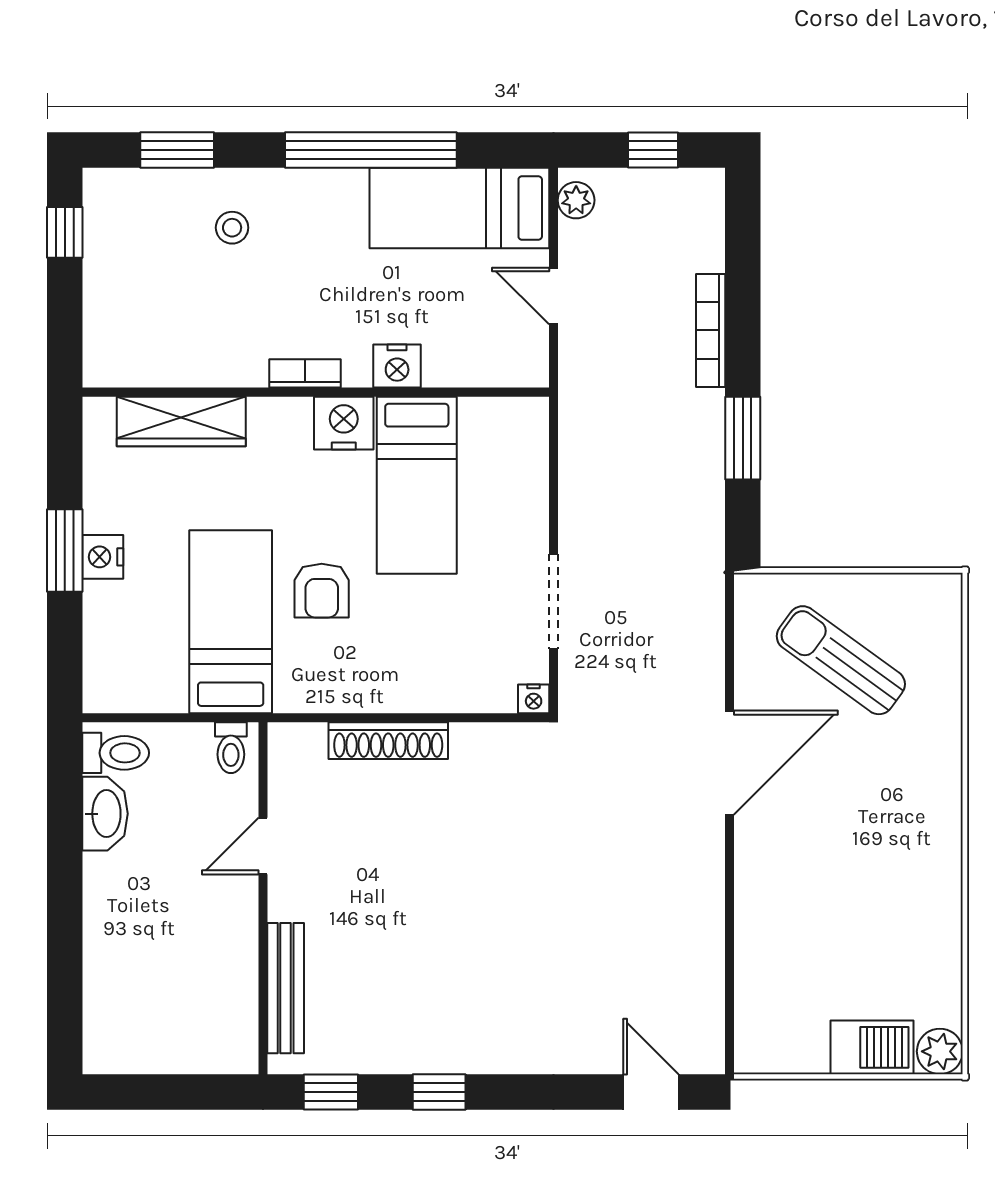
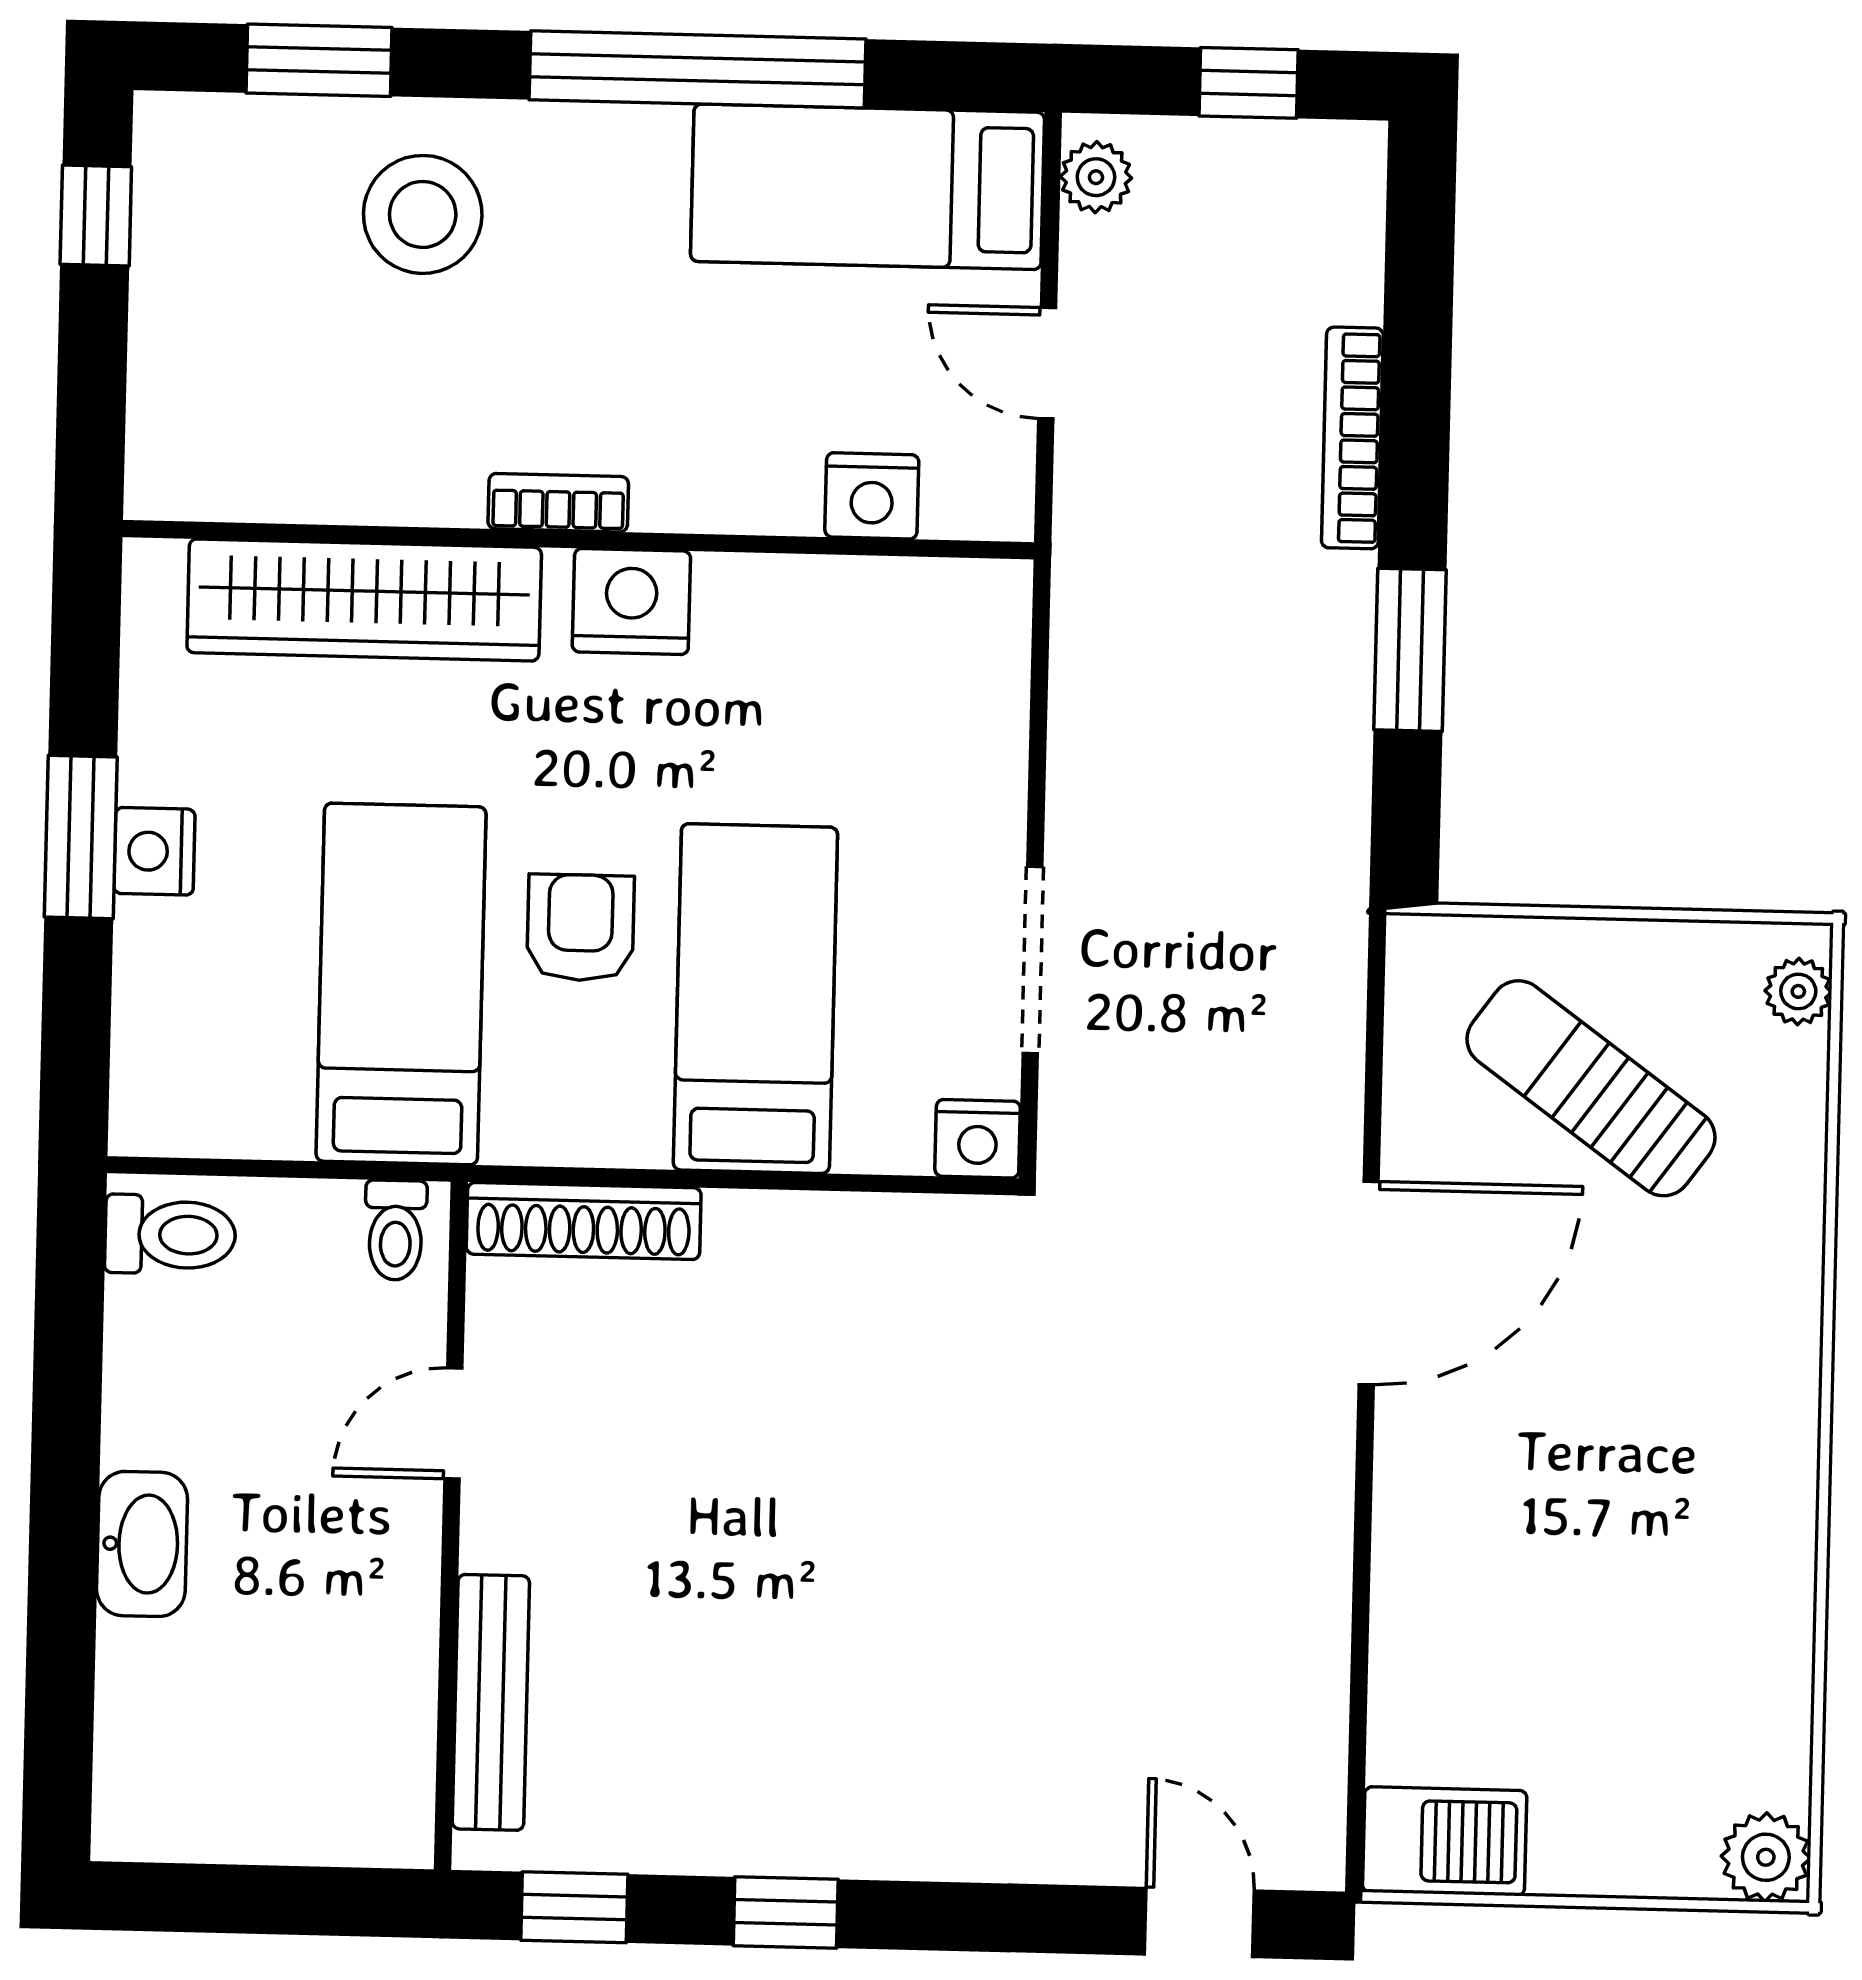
stool: (232, 228) -> (423, 214), width x1.89, depth x1.89
nightstand: (397, 366) -> (872, 496), moved
wardrobe: (181, 421) -> (364, 600), width x1.40, depth x1.17
bed: (417, 485) -> (755, 999), moved, turned 180
armchair: (322, 591) -> (580, 928), turned 180
plant: (946, 608) -> (1798, 991), added
nightstand: (534, 699) -> (978, 1139), width x1.39, depth x1.35
shoe rack: (388, 741) -> (584, 1221), moved
washbasin: (105, 814) -> (142, 1544), moved
barbecue: (872, 1047) -> (1445, 1841), moved

